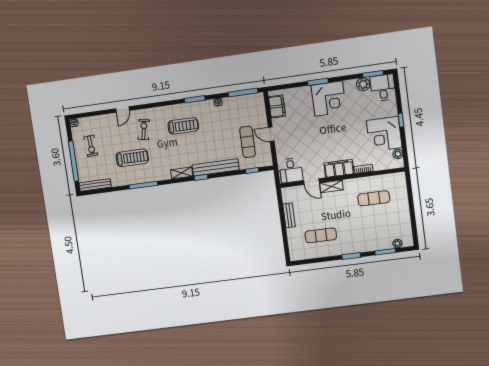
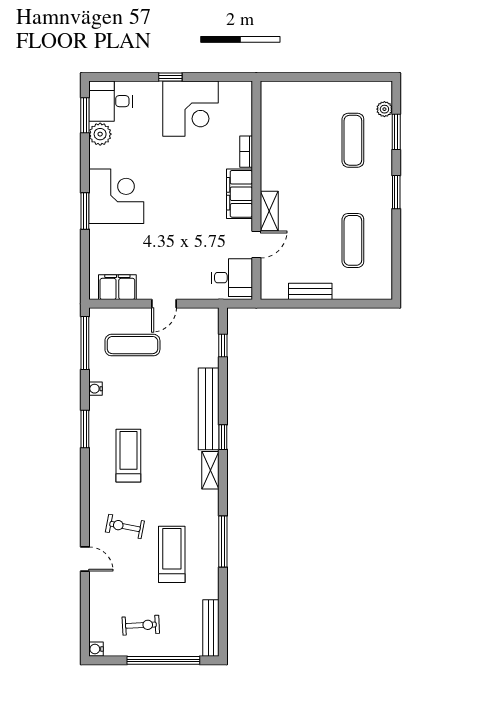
exercise mat: (248, 142) -> (132, 345), moved
plant: (398, 154) -> (228, 89), removed
exercise mat: (374, 198) -> (353, 140), moved

